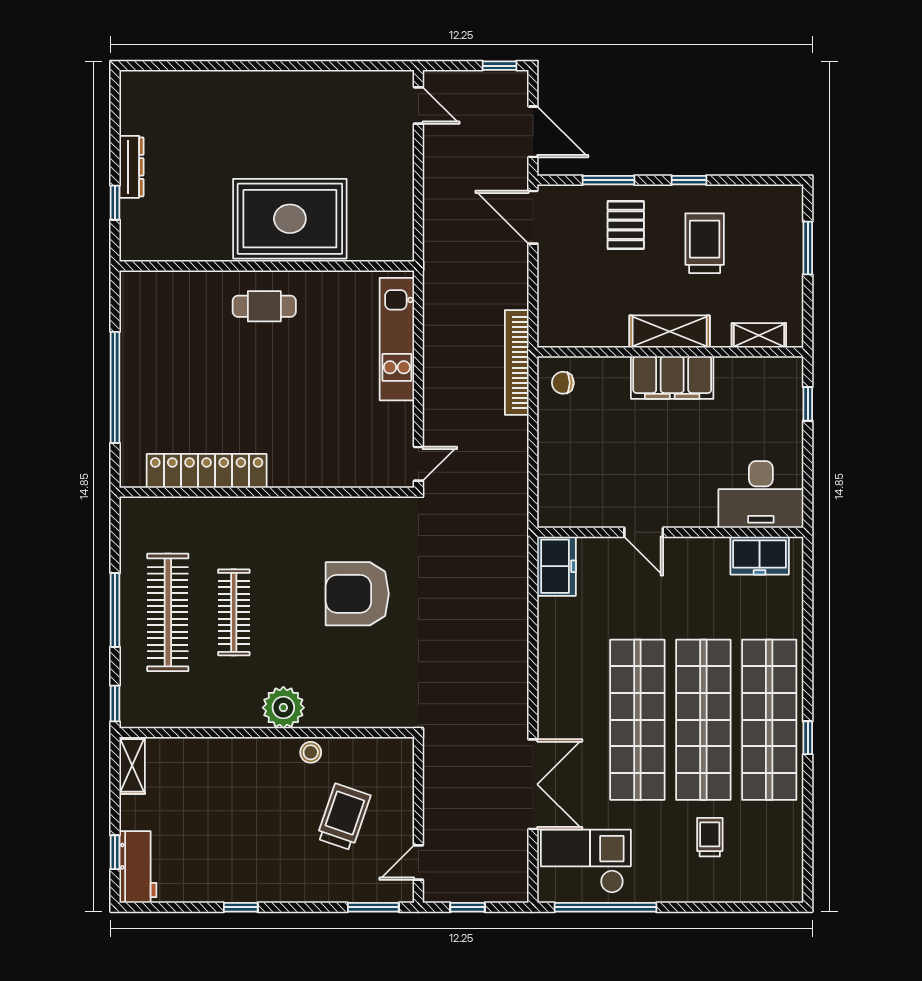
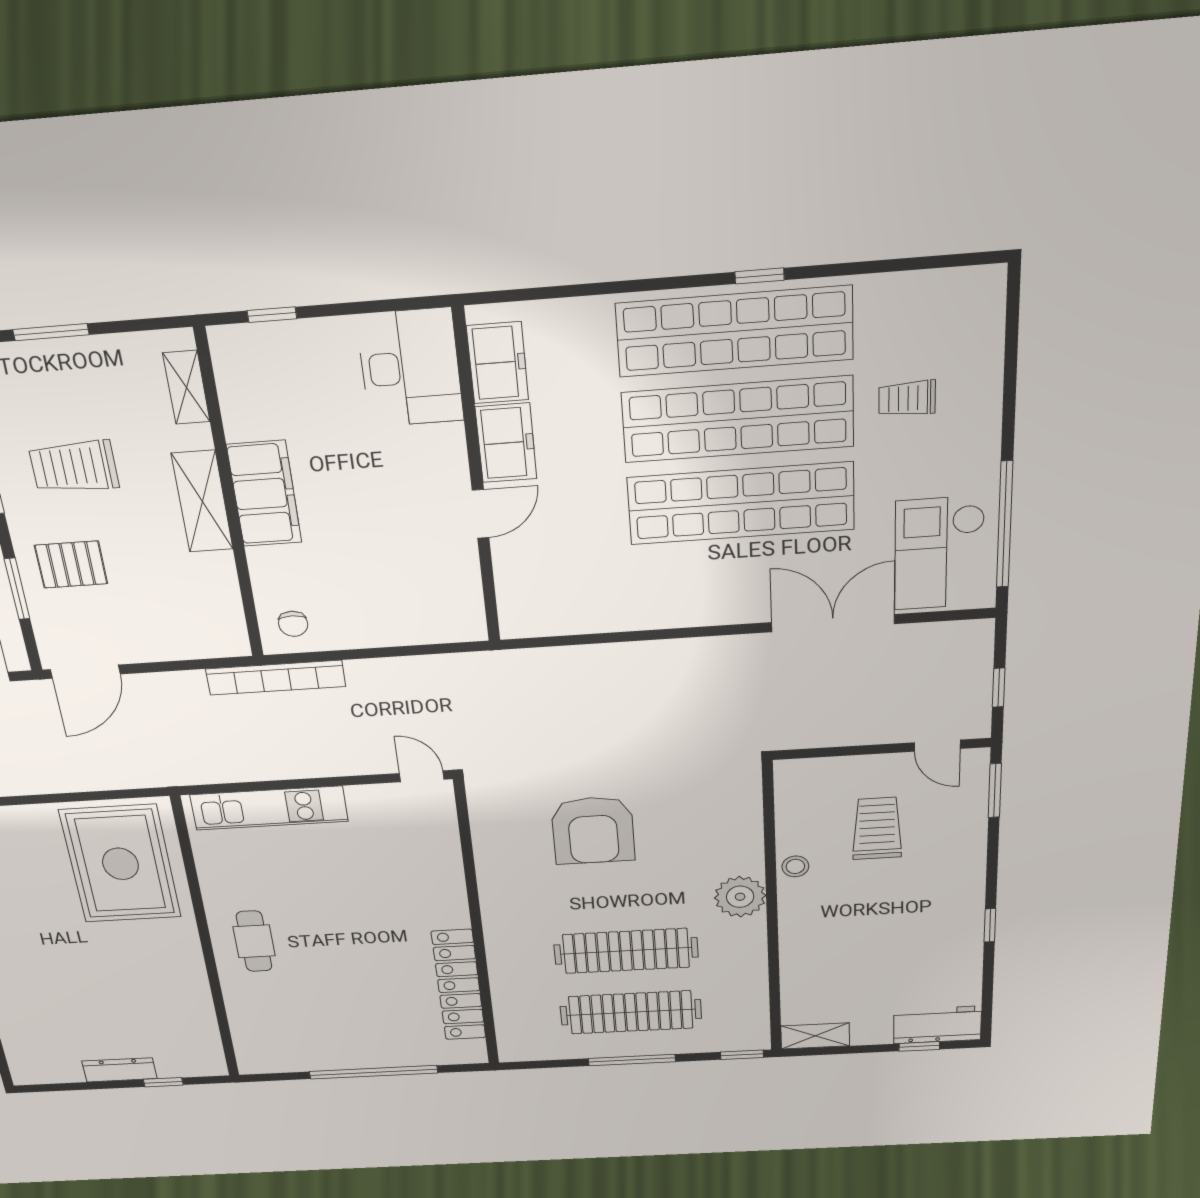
rug: (290, 219) -> (120, 864), moved
freezer: (557, 566) -> (506, 443), moved, turned 90
clothes rail: (234, 612) -> (626, 951), width x1.37, depth x1.31
trolley: (343, 817) -> (877, 828), turned 71

